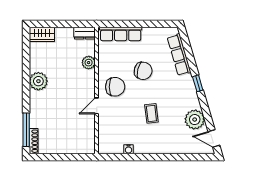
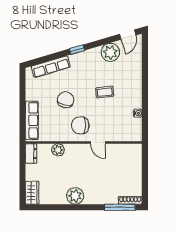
chair: (115, 87) -> (80, 125), turned -90

